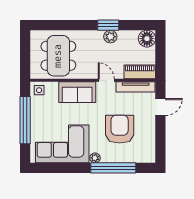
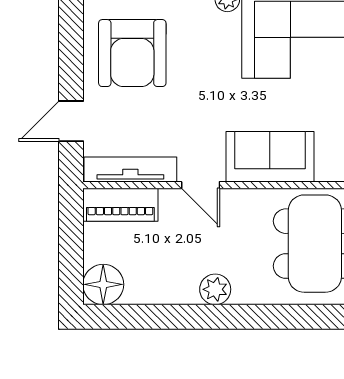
window: (108, 25) -> (196, 317), removed
plant: (110, 37) -> (215, 289), moved
armchair: (120, 129) -> (132, 53), moved

